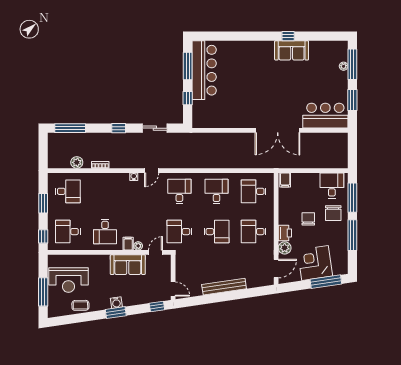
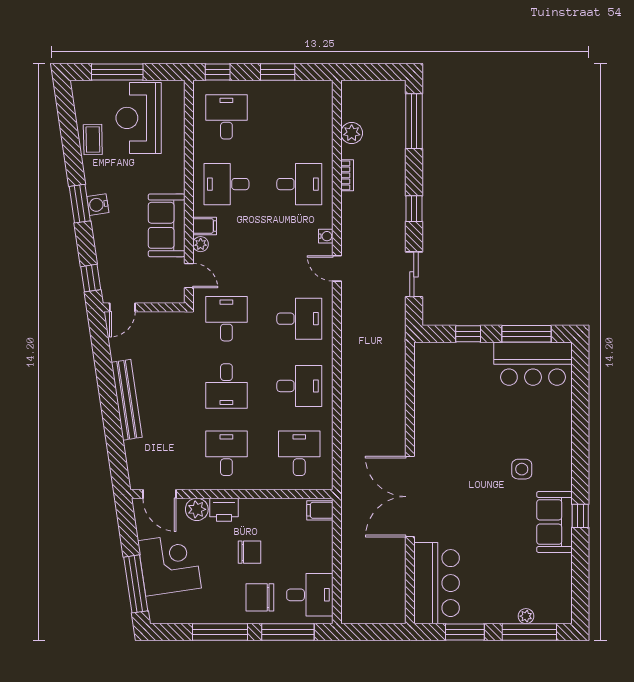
side table: (262, 68) -> (522, 469), added
bar counter: (204, 70) -> (533, 364), width x0.73
desk: (68, 191) -> (299, 184), moved, turned -90

